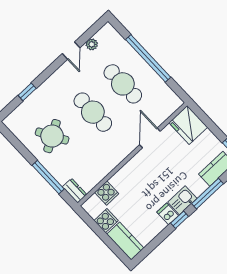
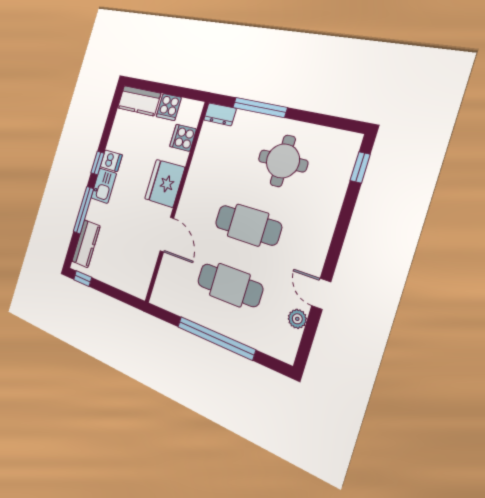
window: (27, 92) -> (360, 167), moved
fridge: (188, 125) -> (165, 183), moved, turned -90
round table: (52, 136) -> (283, 161), turned 30

